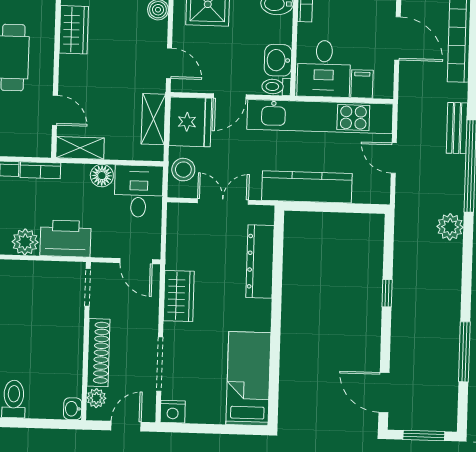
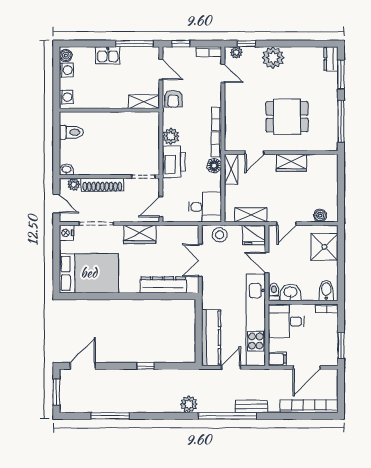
wardrobe: (74, 30) -> (291, 163), moved
filing cabinet: (362, 84) -> (277, 359), moved
fridge: (190, 122) -> (254, 235), width x0.73, depth x0.75
floor lamp: (102, 176) -> (214, 166), moved
kitchen counter: (307, 187) -> (211, 338), moved
double door: (223, 202) -> (200, 260), swing flipped
bed: (248, 379) -> (89, 273), width x1.50

